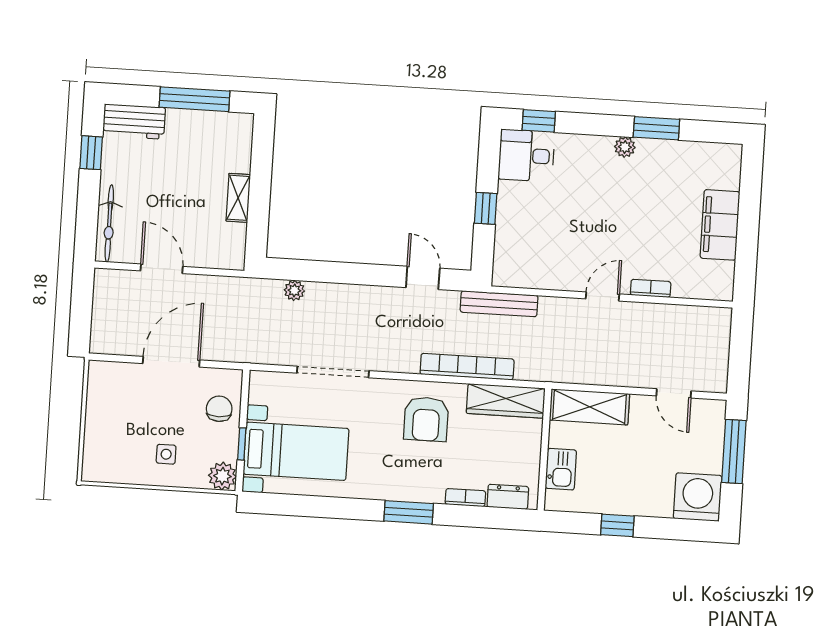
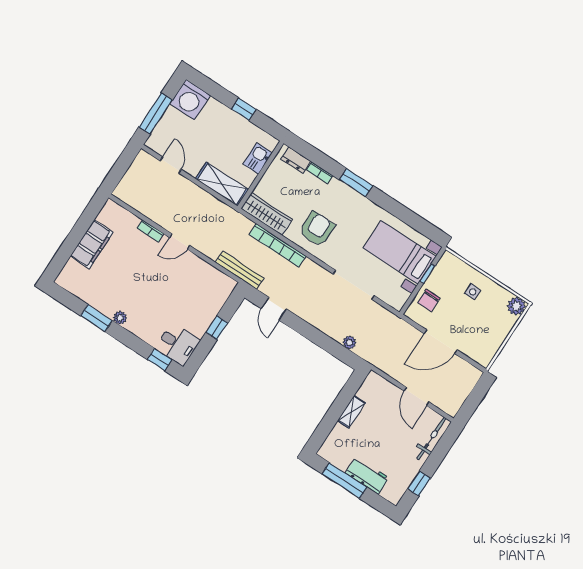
workbench: (134, 122) -> (367, 475), moved
plant: (222, 476) -> (516, 306), moved

